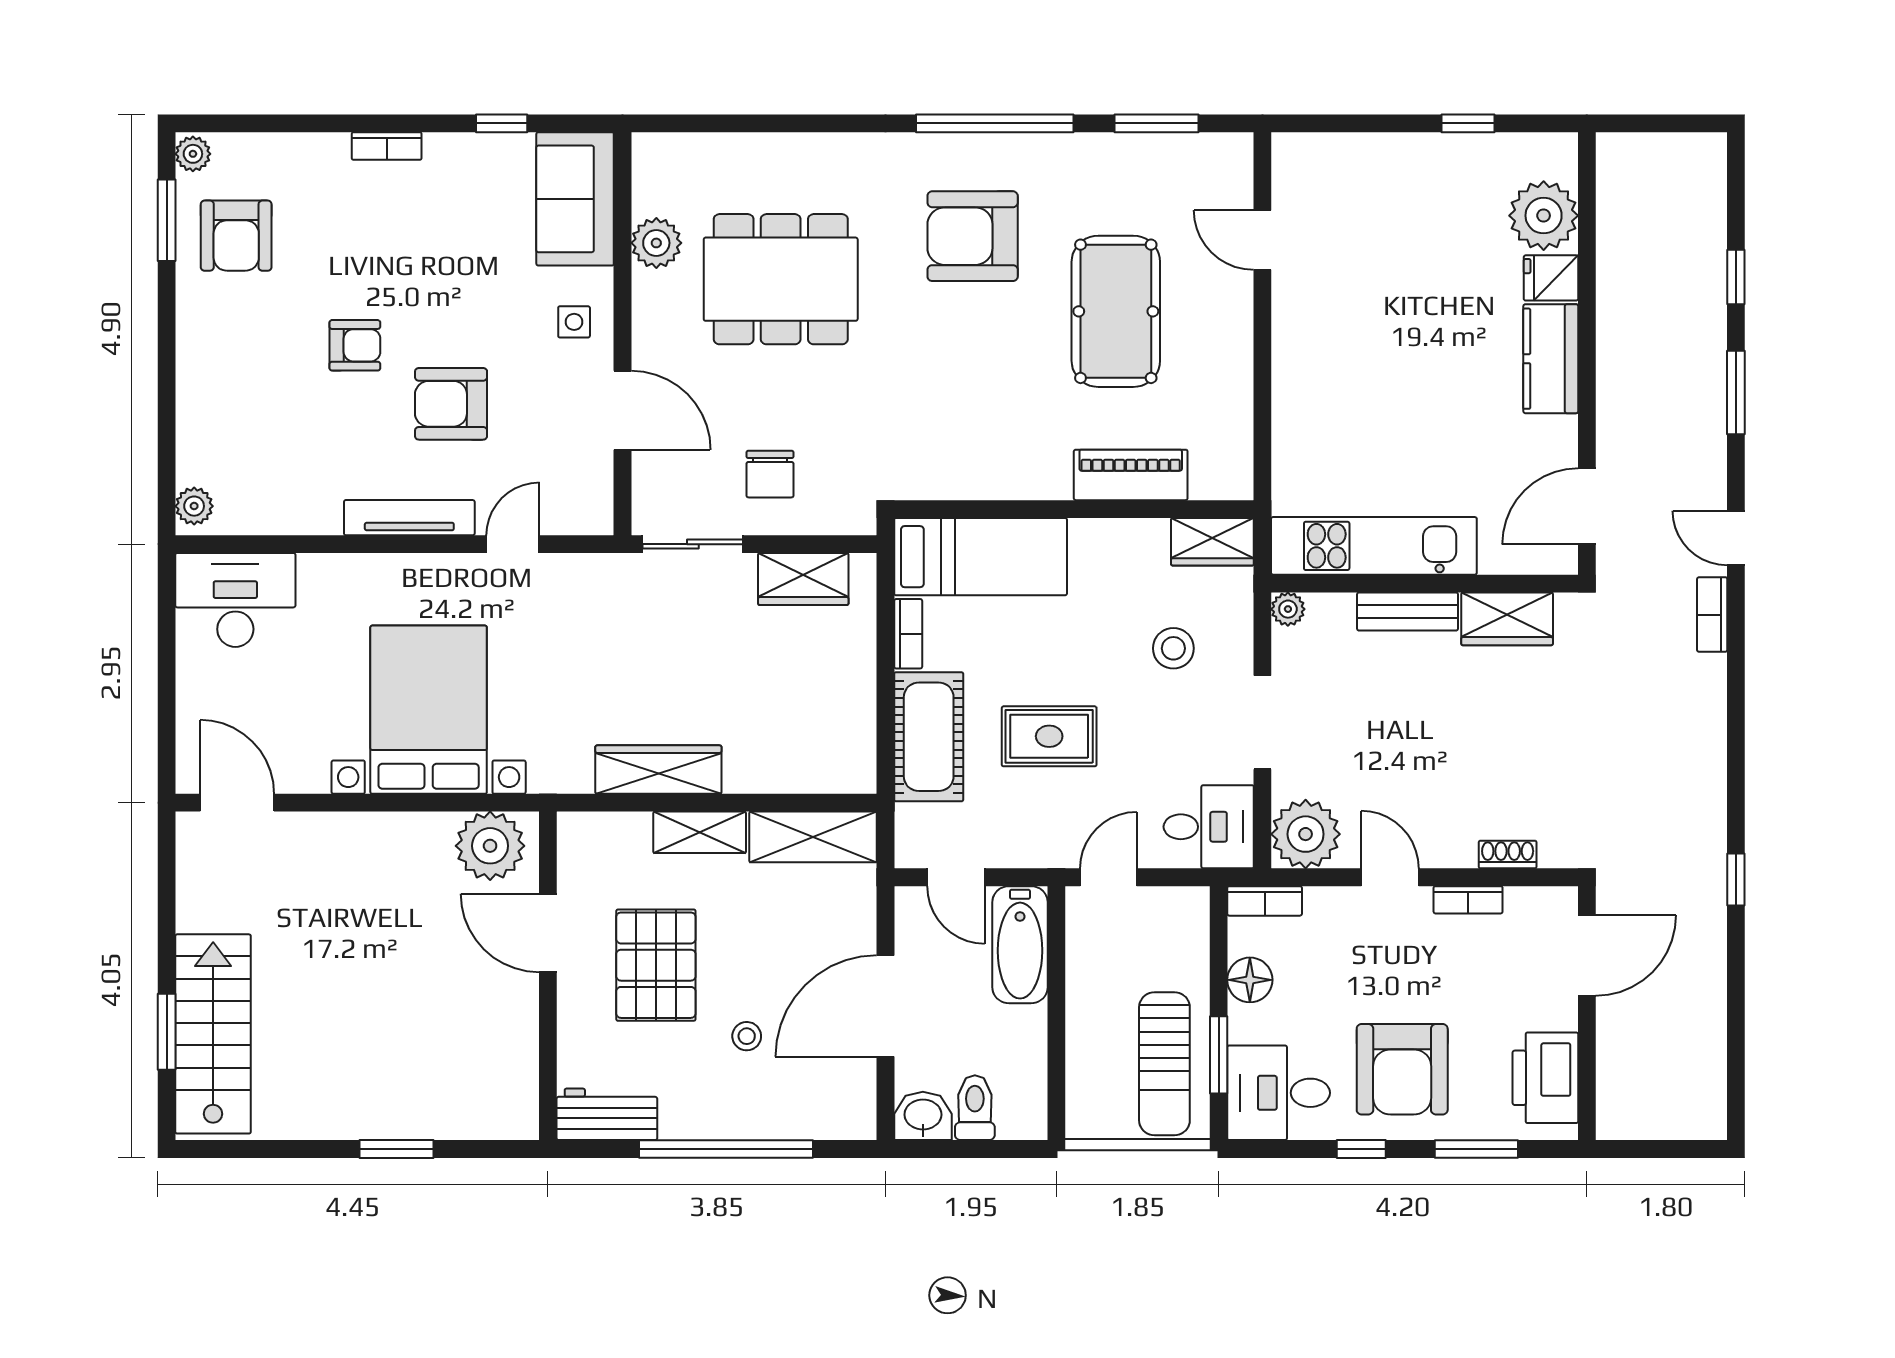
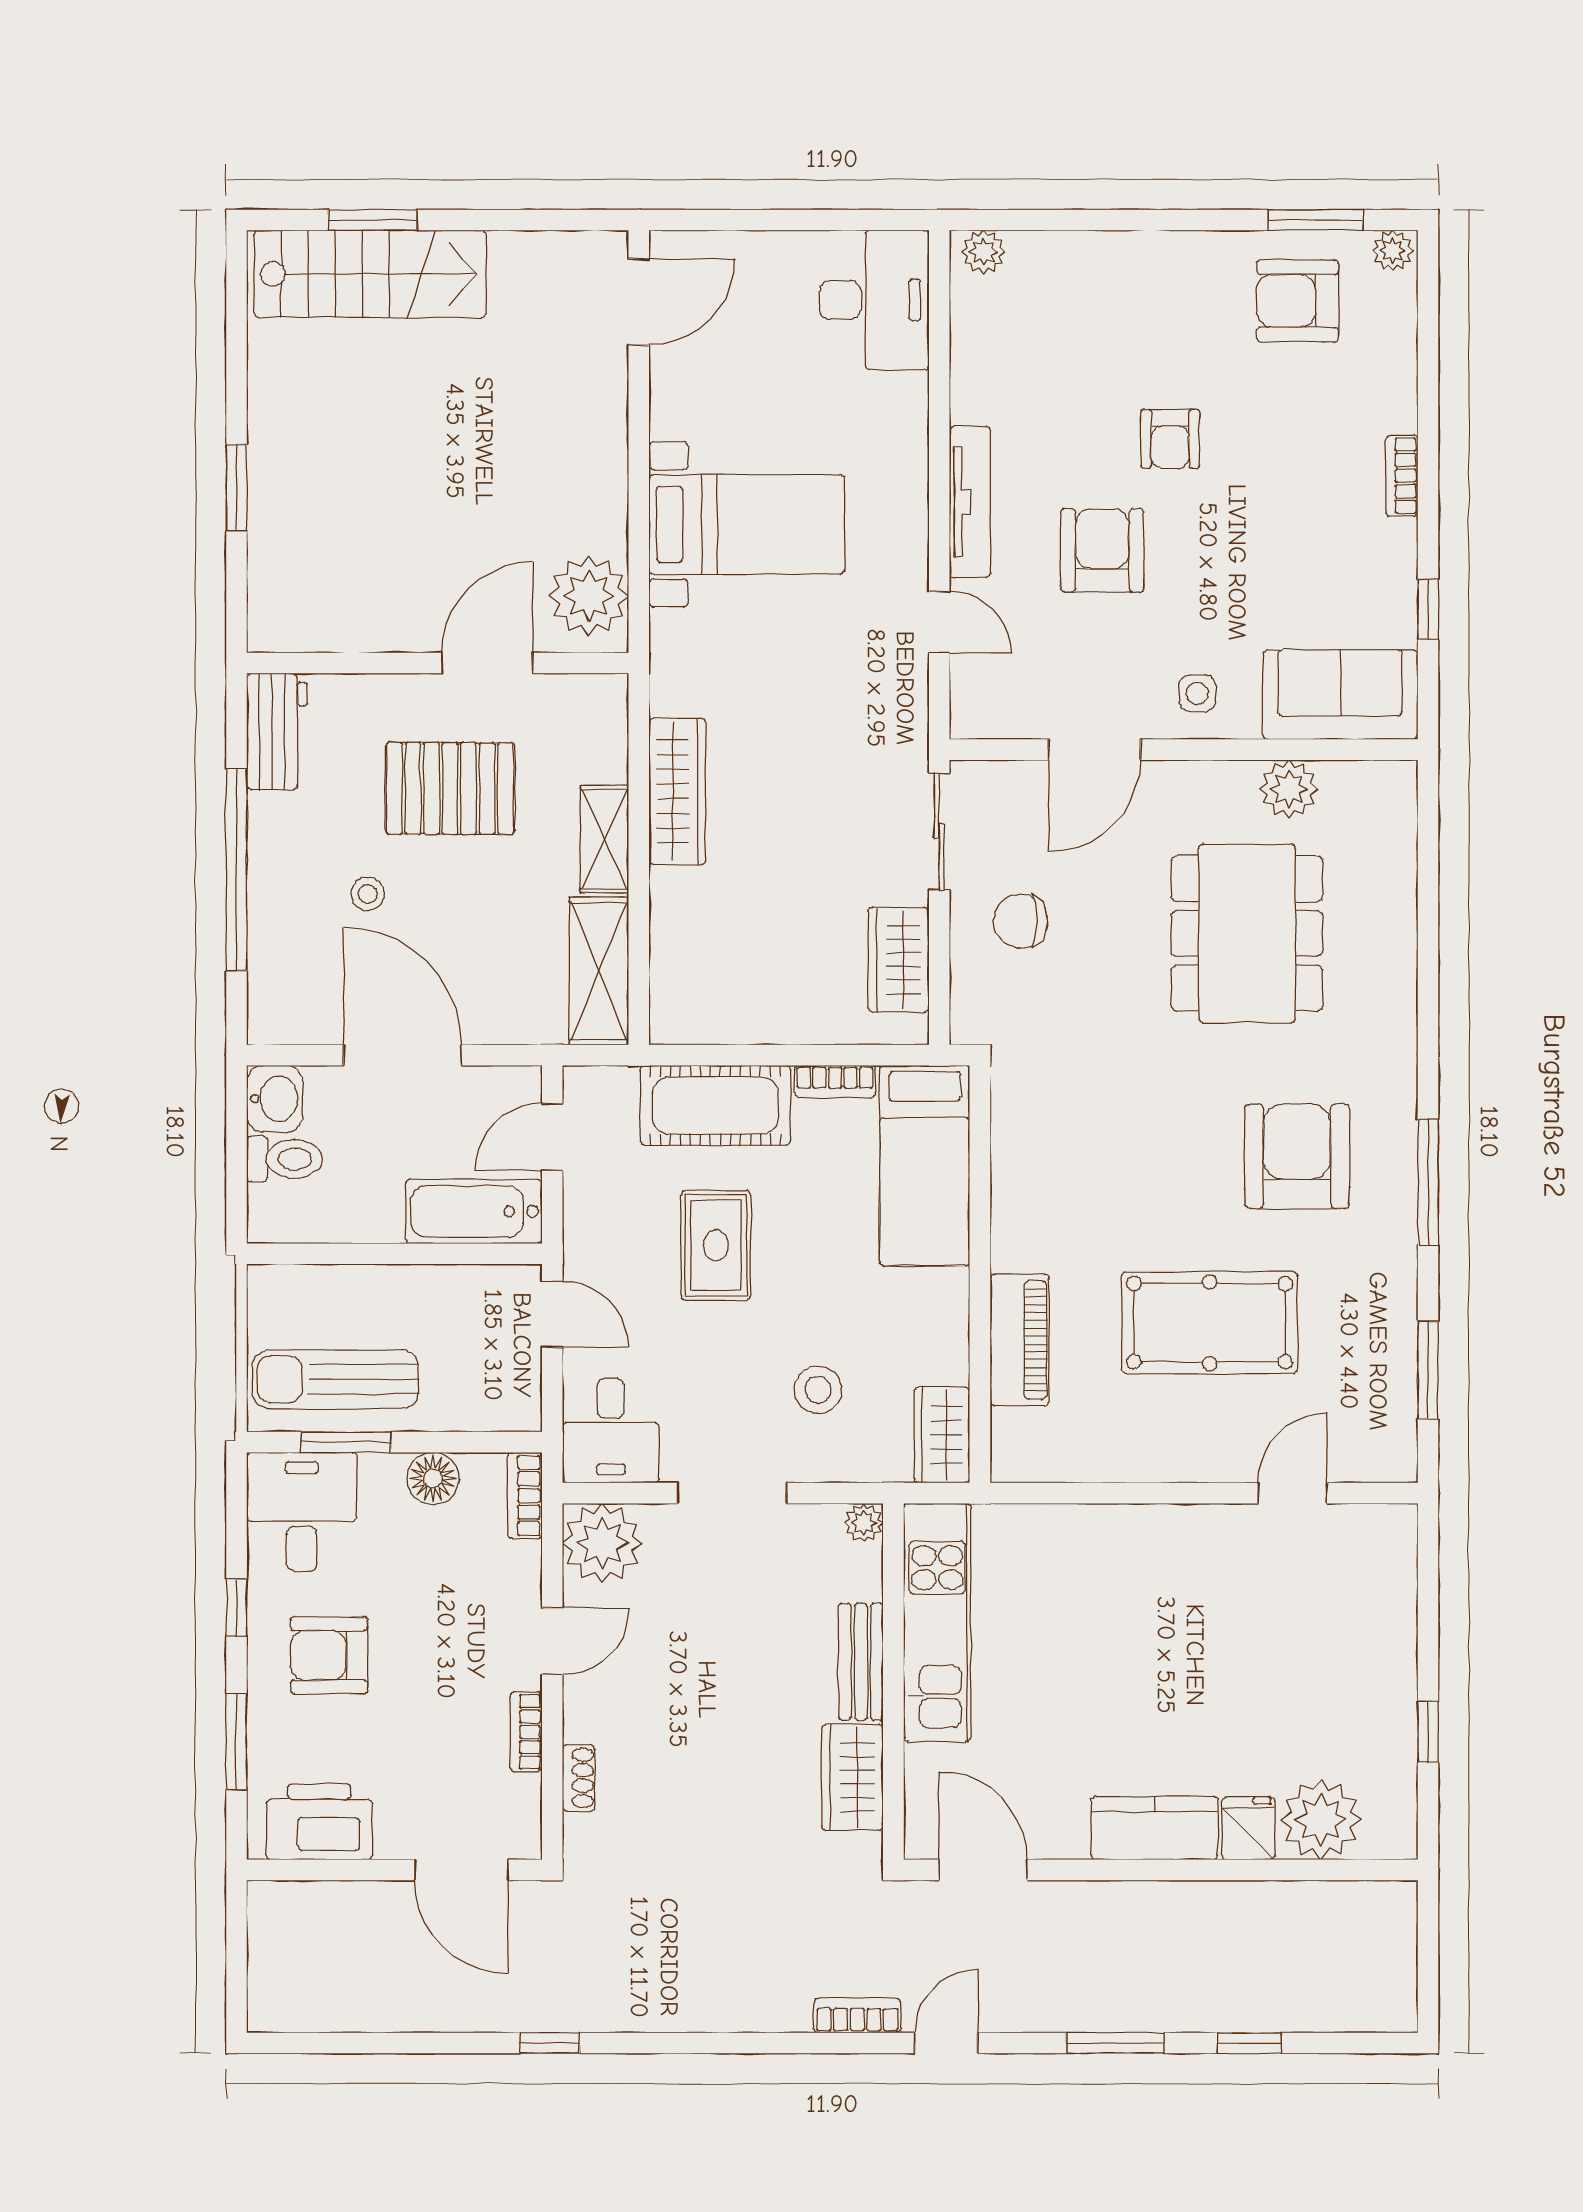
window: (995, 123) -> (1428, 1182), width x0.68
bed with nightstands: (429, 710) -> (747, 524), width x0.73
armchair: (1402, 1069) -> (329, 1655), width x0.73, depth x0.73

